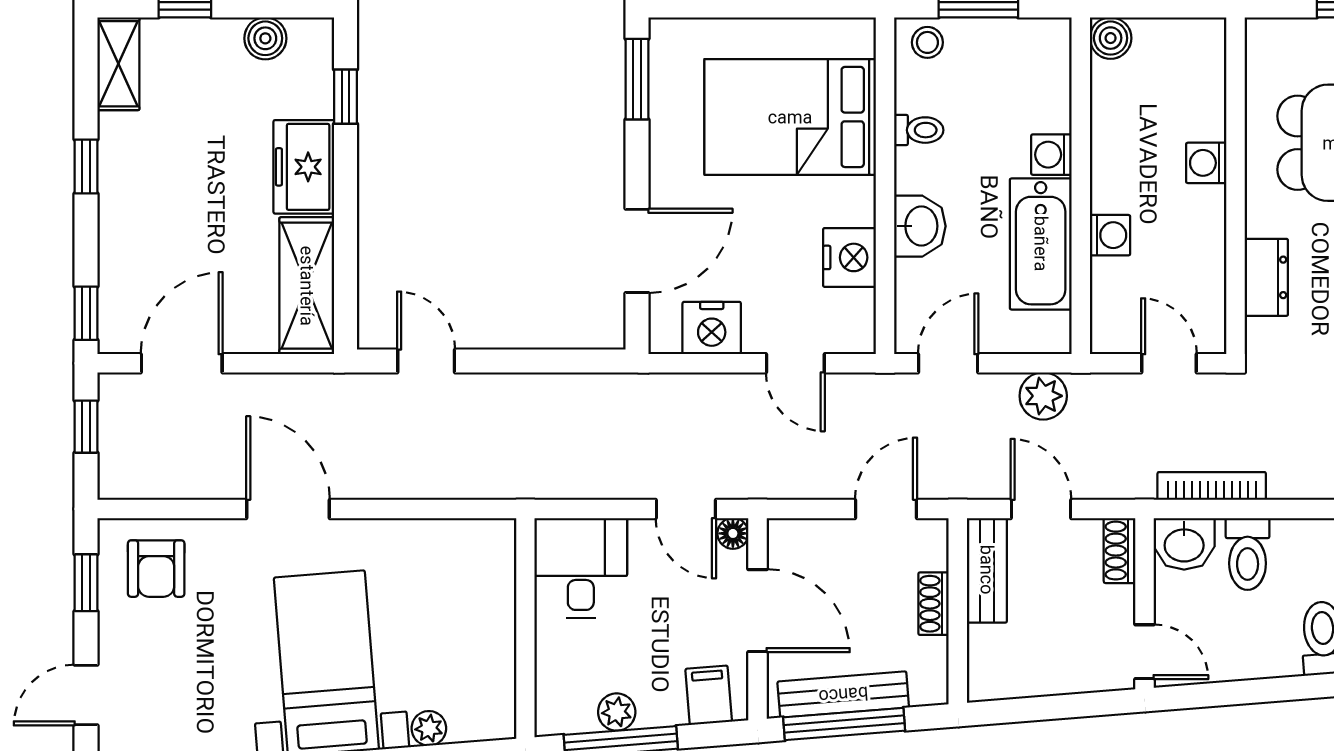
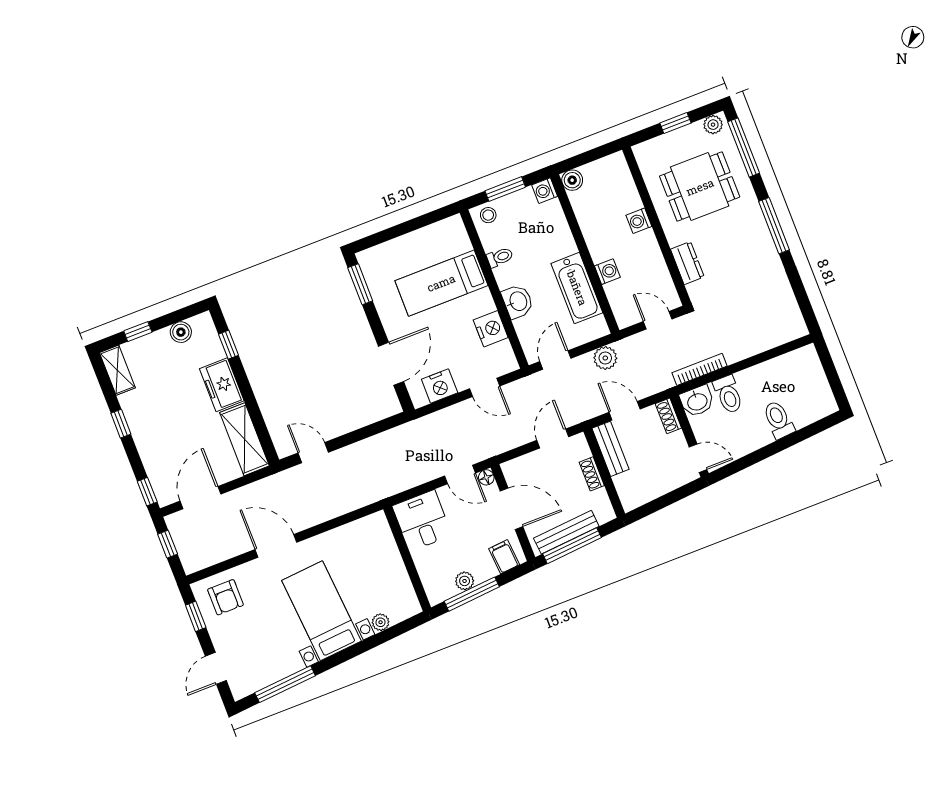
bed: (790, 117) -> (441, 283), width x0.67
washing machine: (1051, 155) -> (545, 191), moved

